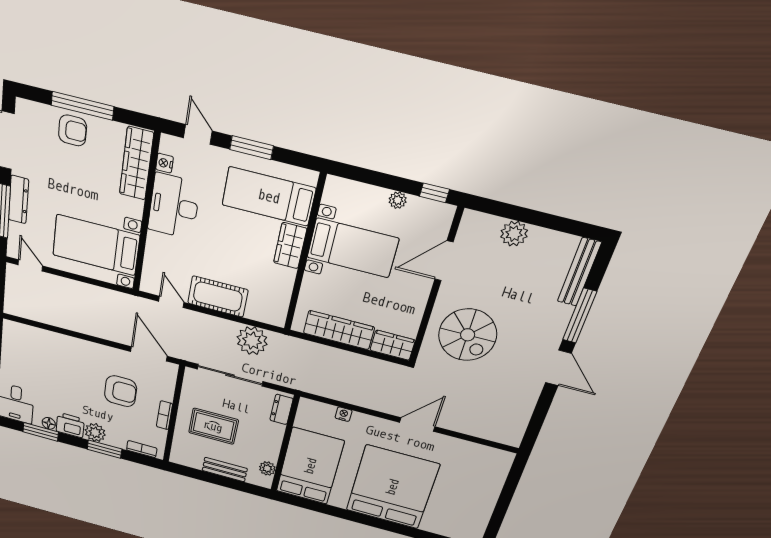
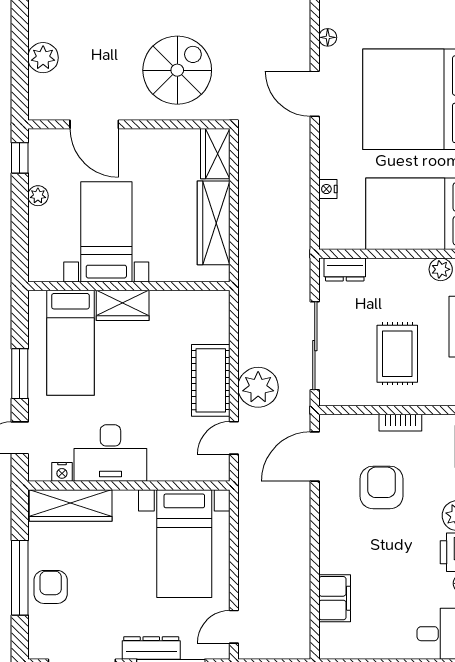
filing cabinet: (46, 340) -> (335, 598), added
plant: (252, 341) -> (258, 387), moved
floor lamp: (457, 444) -> (328, 37), added

